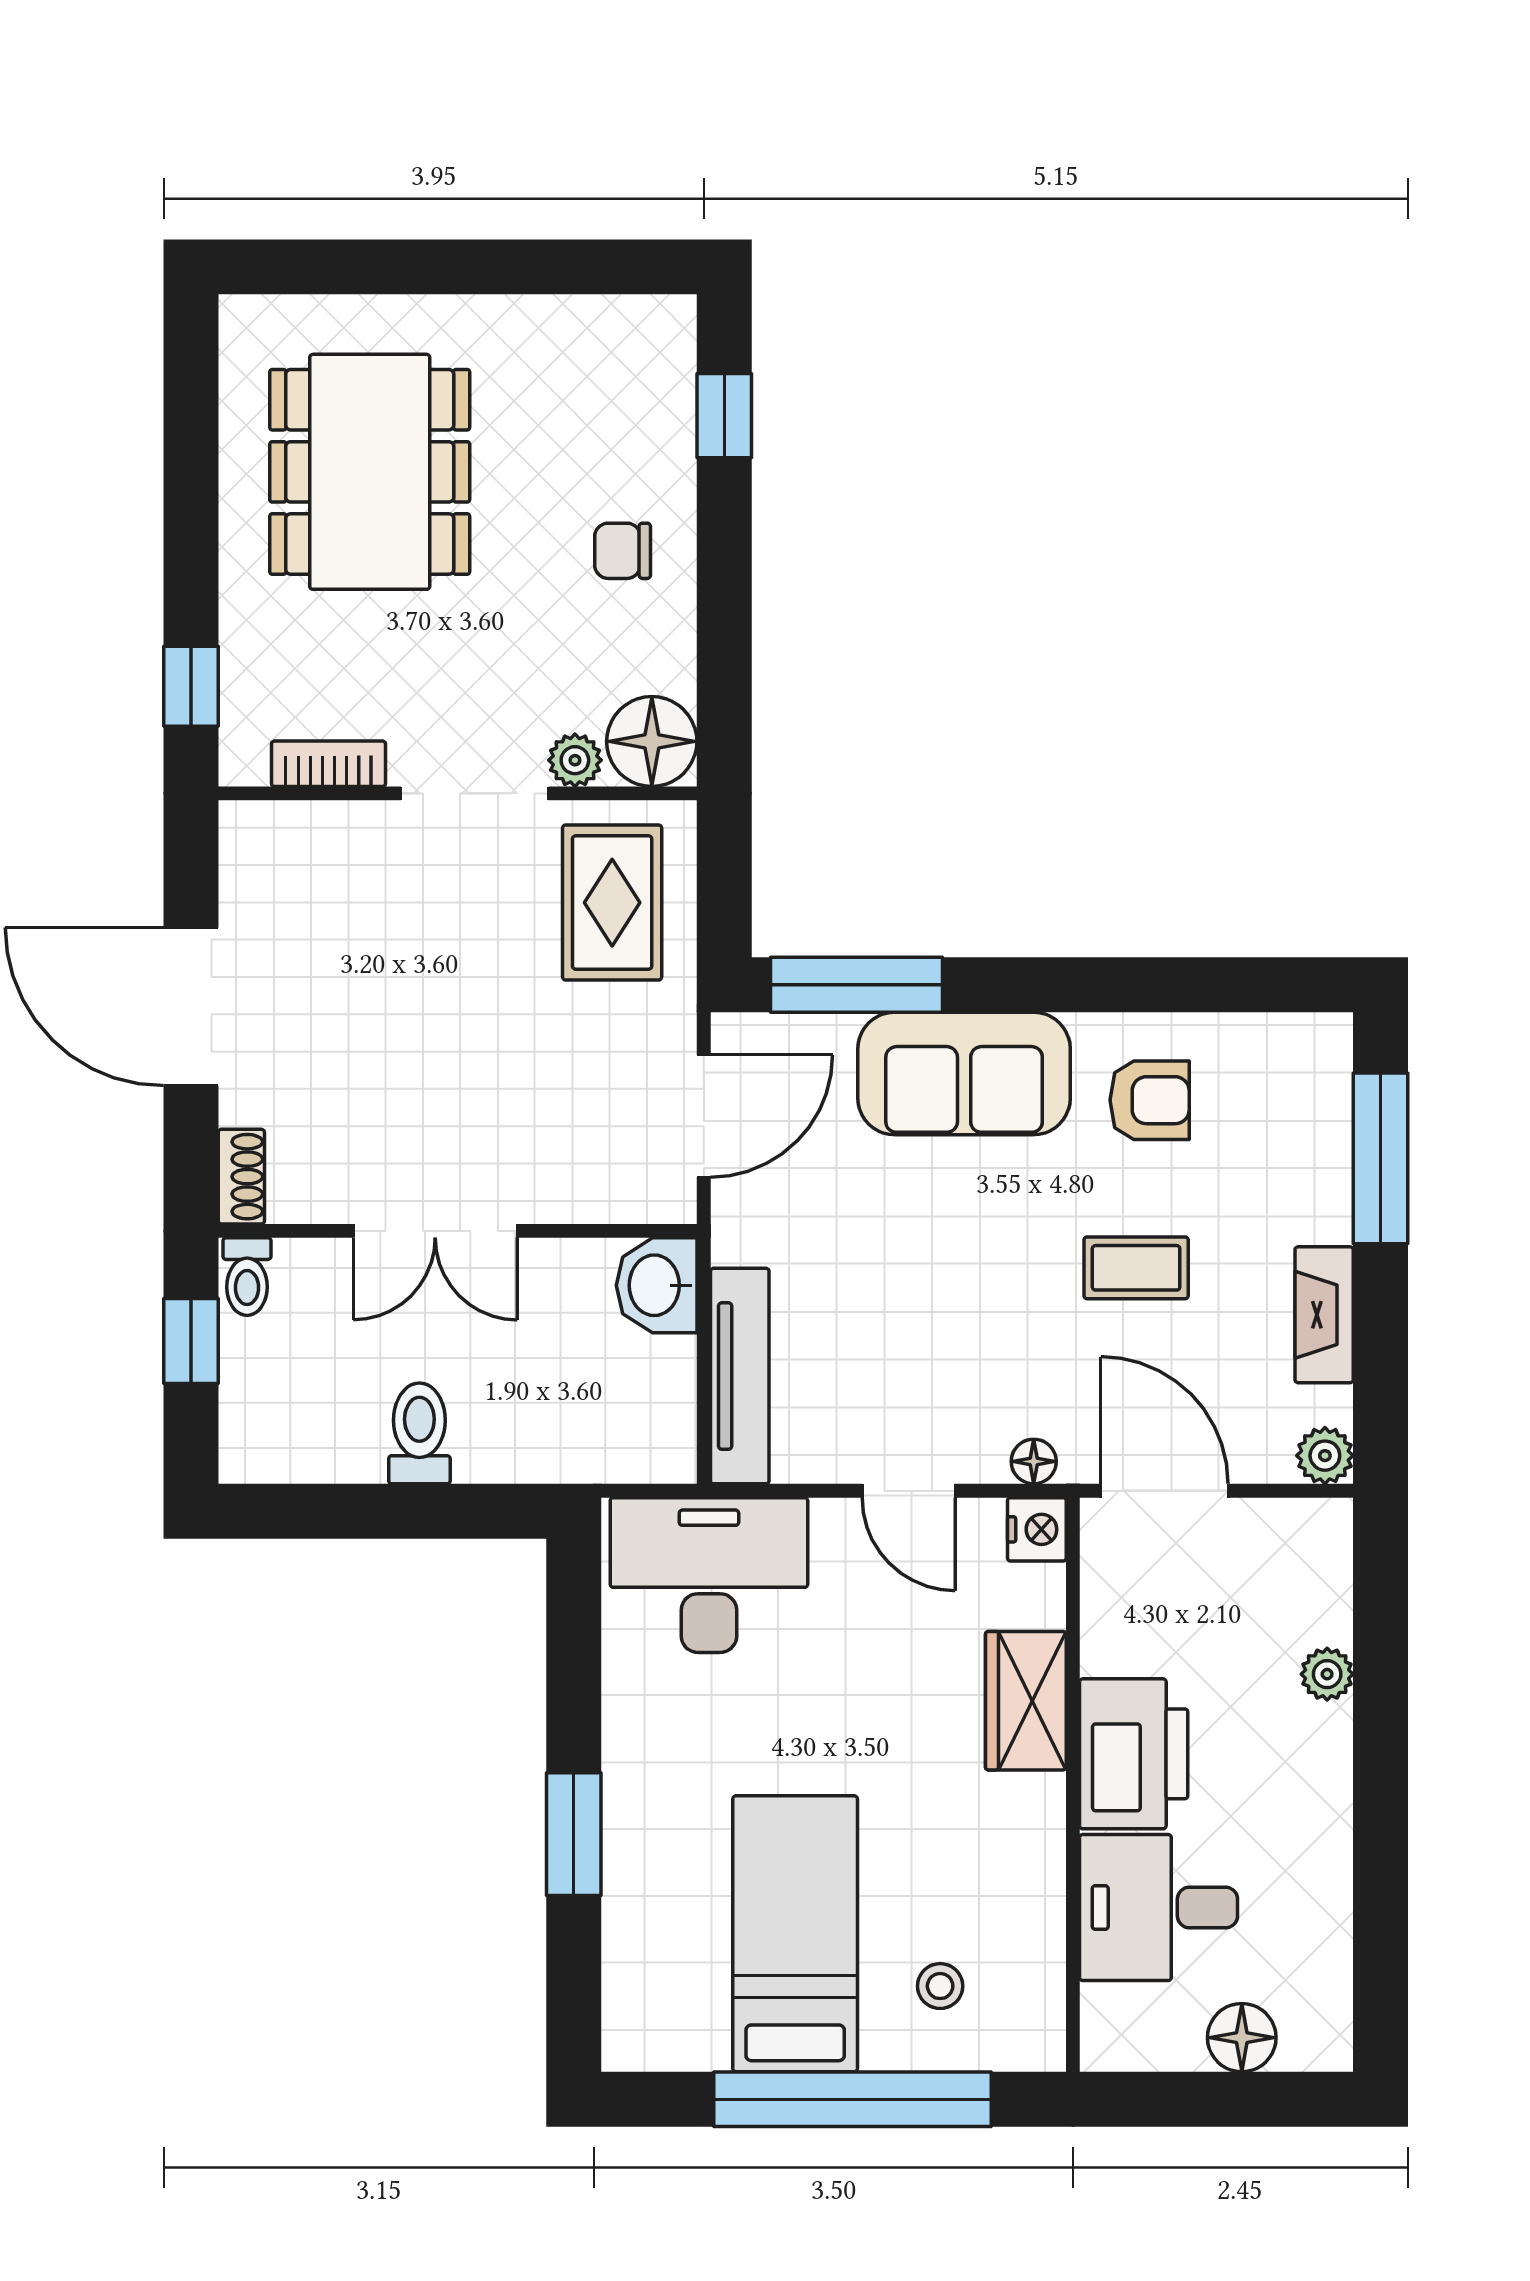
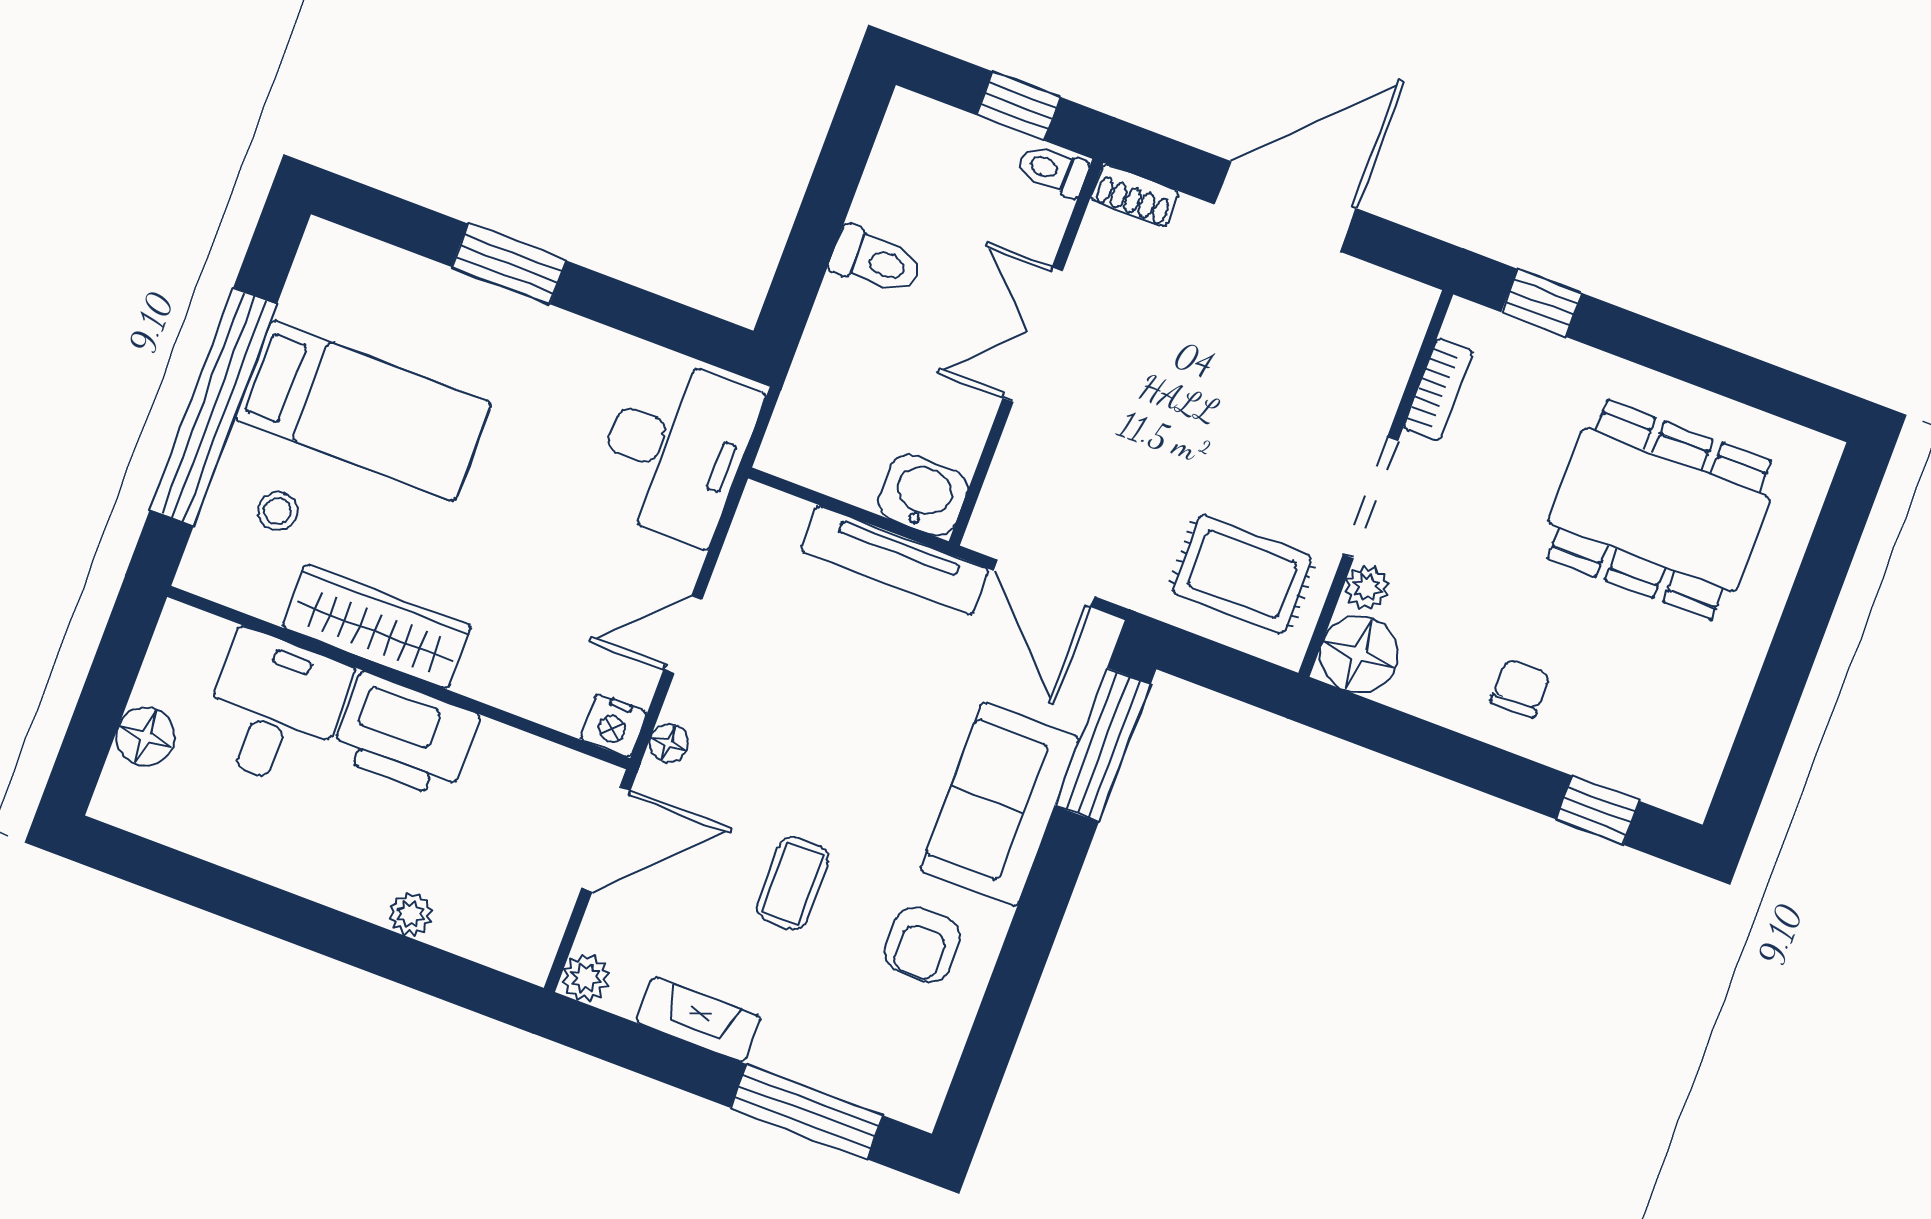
tv unit: (740, 1376) -> (895, 560), moved
wardrobe: (1026, 1701) -> (377, 626), moved, width x1.50

